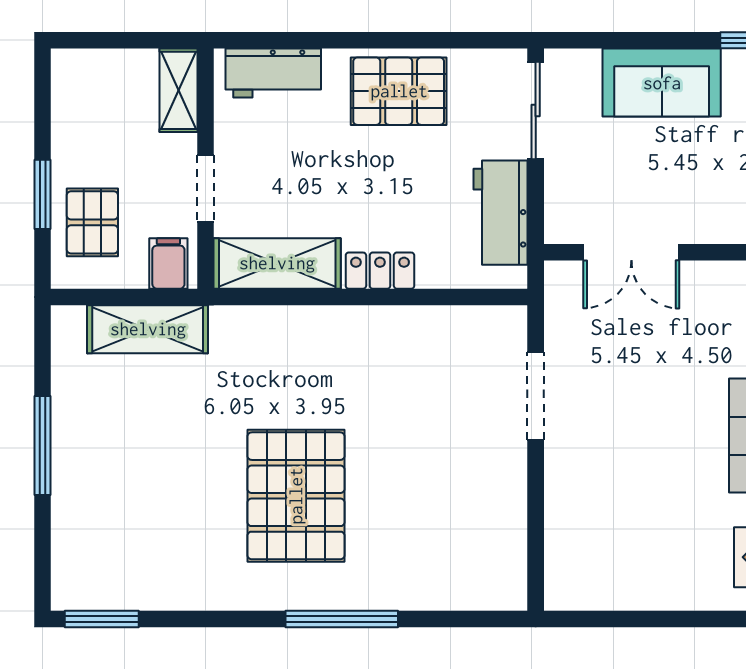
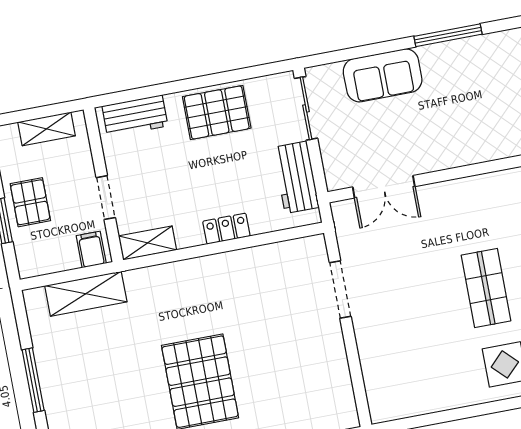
shelving: (179, 90) -> (47, 129), moved, turned 90
pallet: (92, 222) -> (30, 202), moved
shelving: (277, 263) -> (148, 243), width x0.67, depth x0.75

